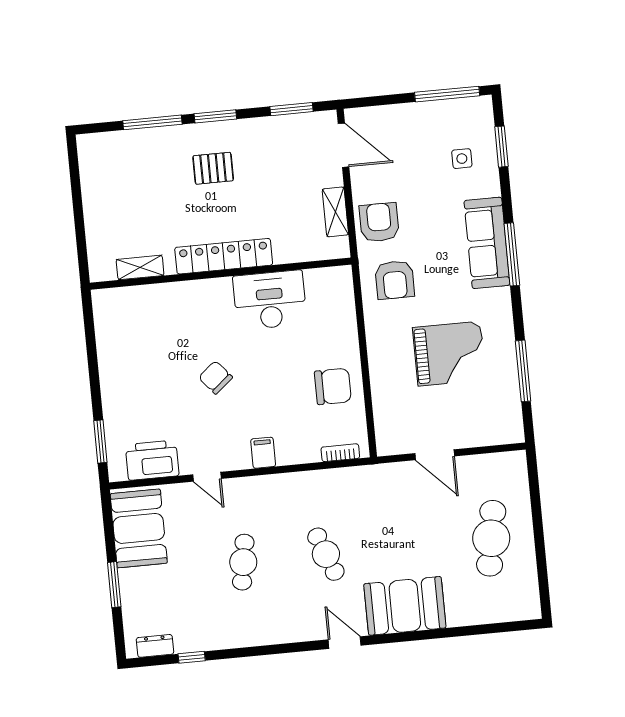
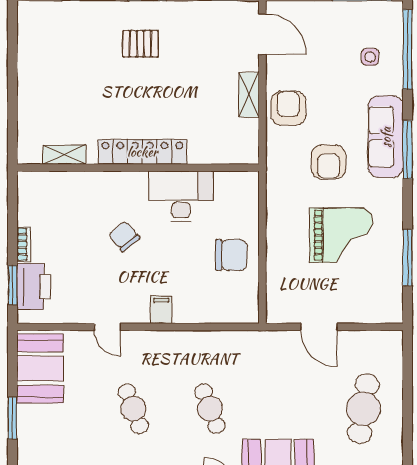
window: (501, 147) -> (407, 49), width x2.11
locker: (224, 256) -> (142, 152), moved
shelving: (140, 267) -> (64, 155), moved
wall: (221, 274) -> (138, 168), moved
armchair: (395, 280) -> (329, 162), moved
desk: (270, 300) -> (181, 196), moved
bookcase: (340, 453) -> (24, 244), moved, turned 90
printer: (152, 460) -> (34, 287), moved, turned 90
cafe table: (243, 562) -> (133, 409), turned -30

